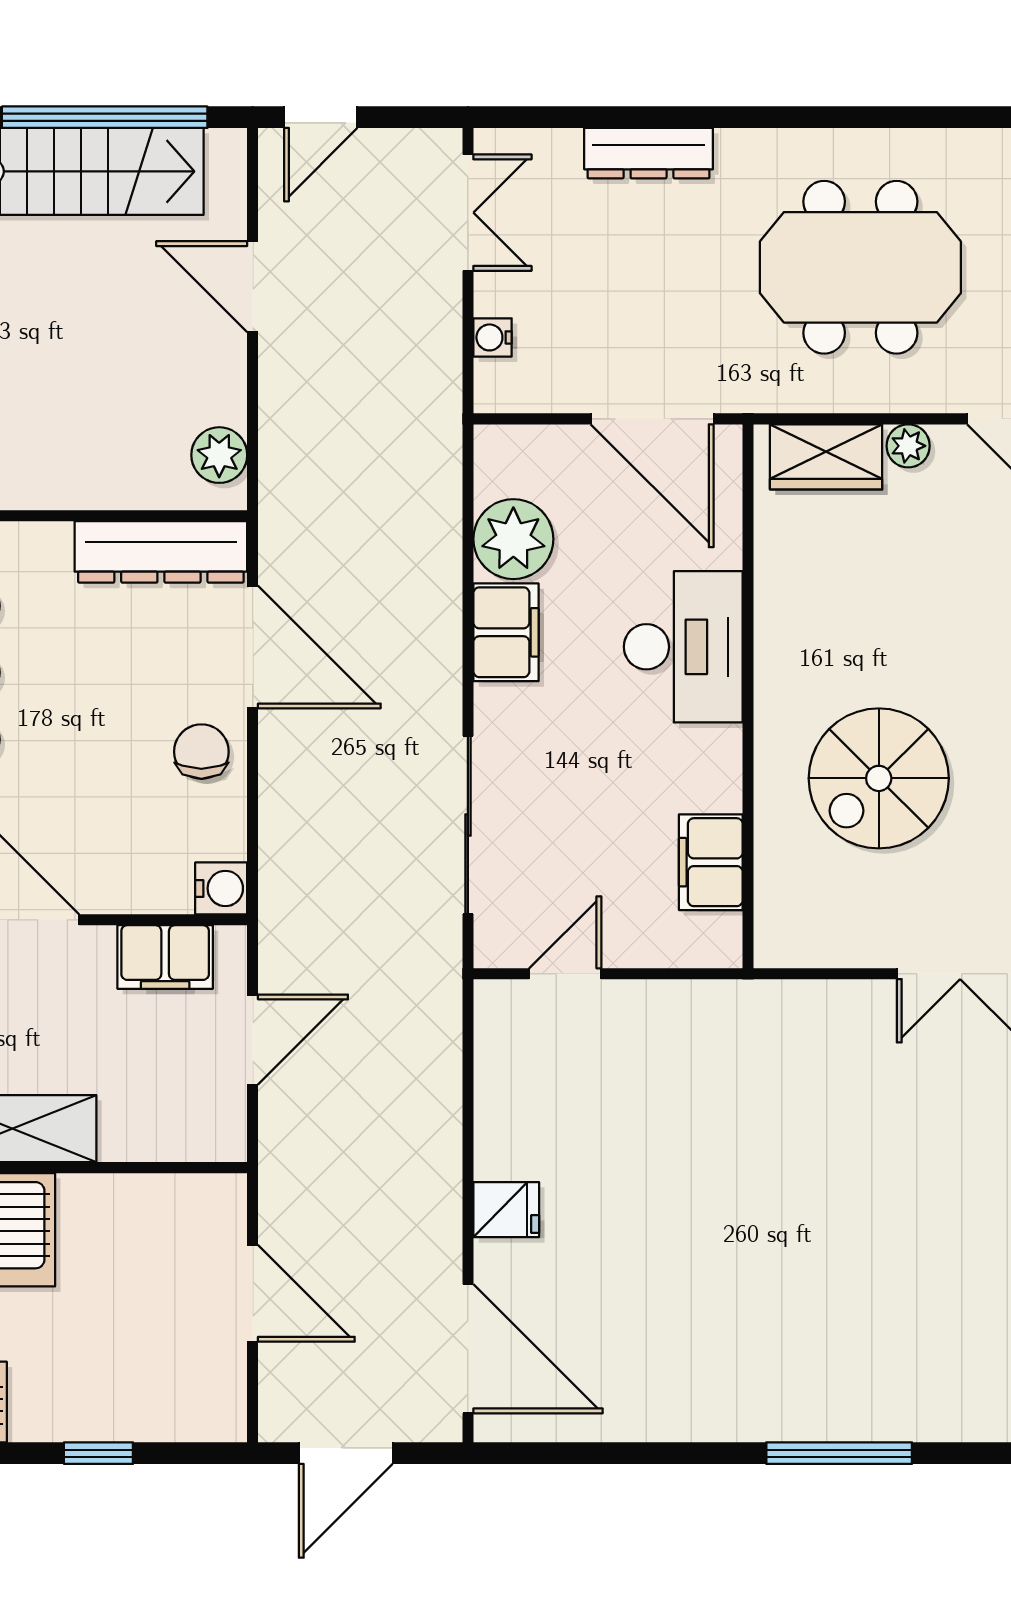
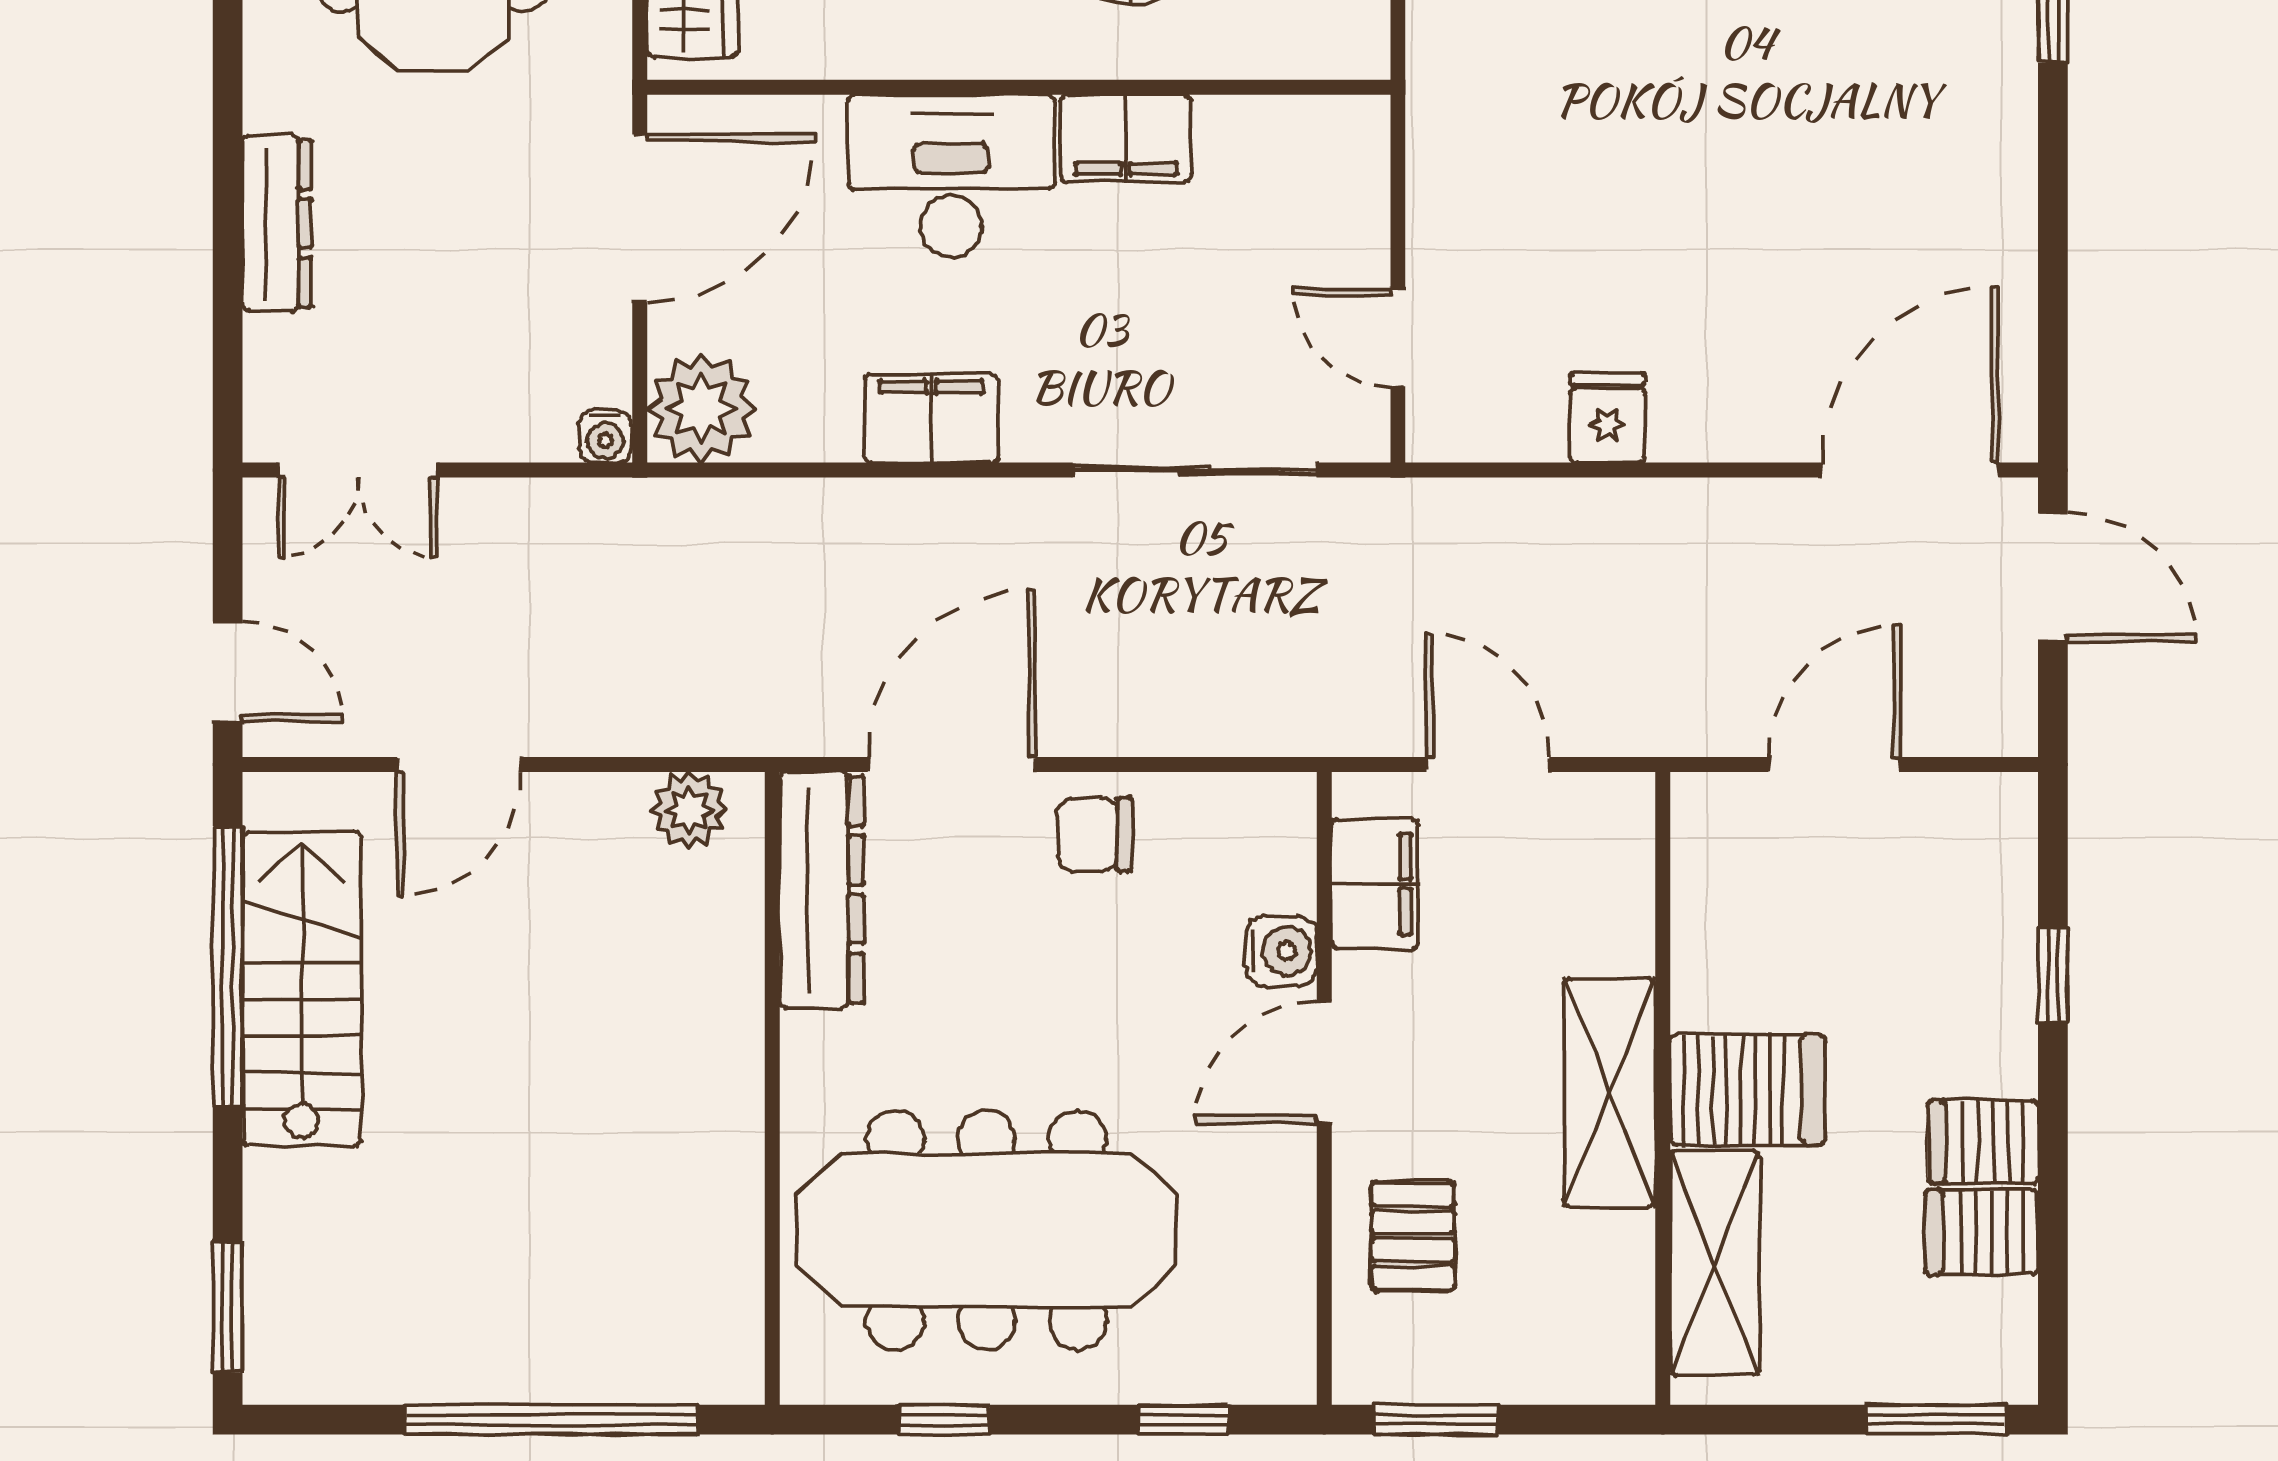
double door: (468, 213) -> (358, 470), swing flipped
water cooler: (493, 337) -> (605, 437), moved
plant: (513, 539) -> (702, 408), moved
filing cabinet: (711, 862) -> (1126, 138), moved
water cooler: (221, 888) -> (1281, 951), moved, turned 90
fridge: (506, 1210) -> (1608, 418), moved
door: (346, 1453) -> (2053, 577), moved

